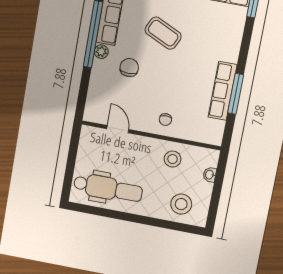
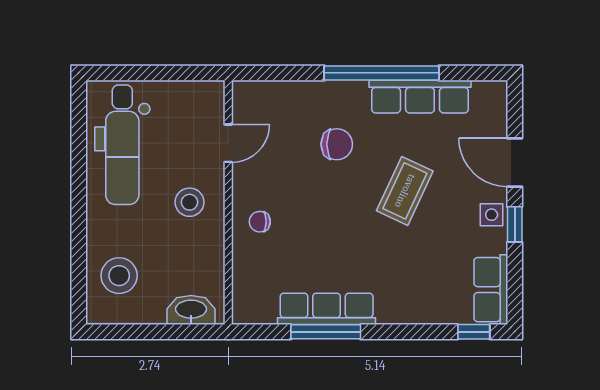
plant: (101, 52) -> (355, 92), removed
stool: (173, 159) -> (190, 202), moved
washbasin: (210, 175) -> (191, 310), width x1.91, depth x1.45

